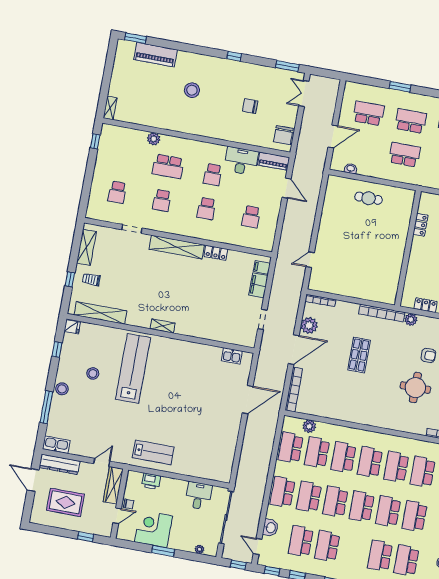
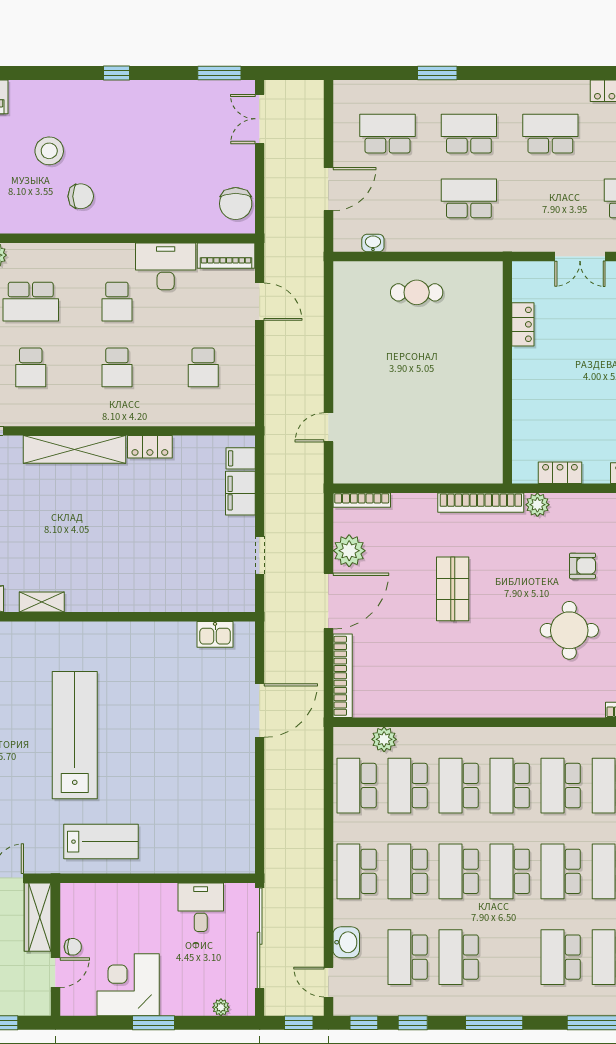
chair: (250, 106) -> (81, 196), moved, turned 180
shelving: (163, 326) -> (42, 602), moved
lab bench: (133, 368) -> (75, 735), moved
printer: (151, 481) -> (107, 896), removed

